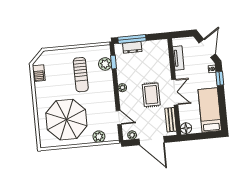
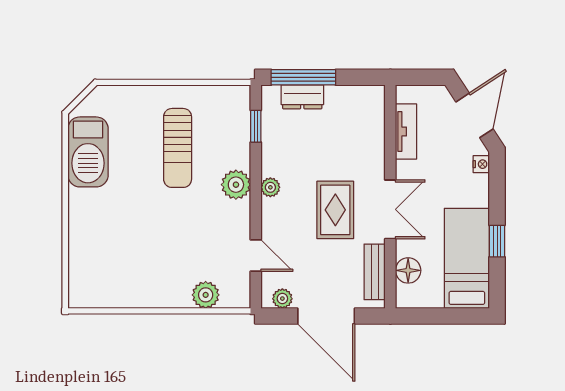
plant: (105, 64) -> (236, 185), moved
barbecue: (39, 73) -> (88, 152), width x1.88, depth x1.53
window: (220, 78) -> (497, 241), moved
parasol: (66, 120) -> (134, 248), removed
floor lamp: (186, 128) -> (408, 270), moved

